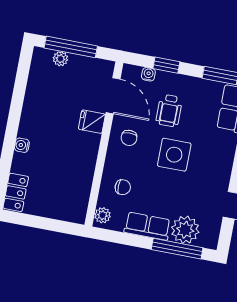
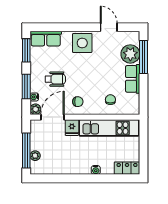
window: (166, 65) -> (26, 86), width x1.50
side table: (174, 155) -> (82, 43), moved
kitchen unit: (81, 177) -> (109, 128), added
plant: (103, 215) -> (35, 109), moved

